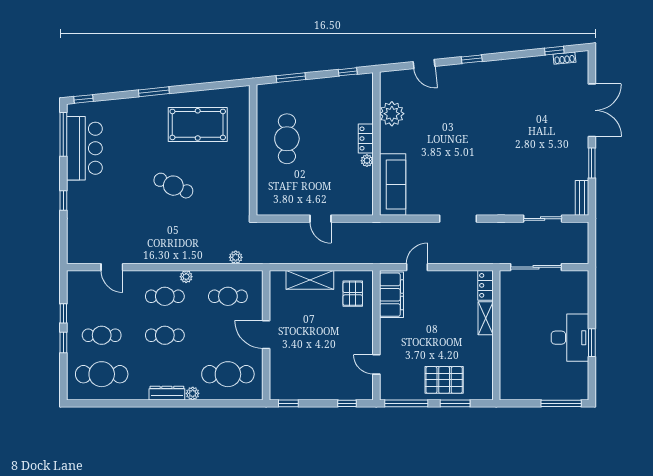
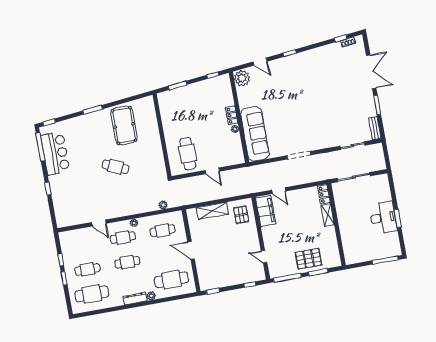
plant: (392, 114) -> (242, 78), moved
pool table: (198, 124) -> (124, 125), turned 90
cafe table: (287, 139) -> (188, 154), moved
sofa: (393, 184) -> (255, 134), width x1.36, depth x1.27
door: (112, 267) -> (99, 223), moved
door: (417, 267) -> (279, 191), swing flipped

